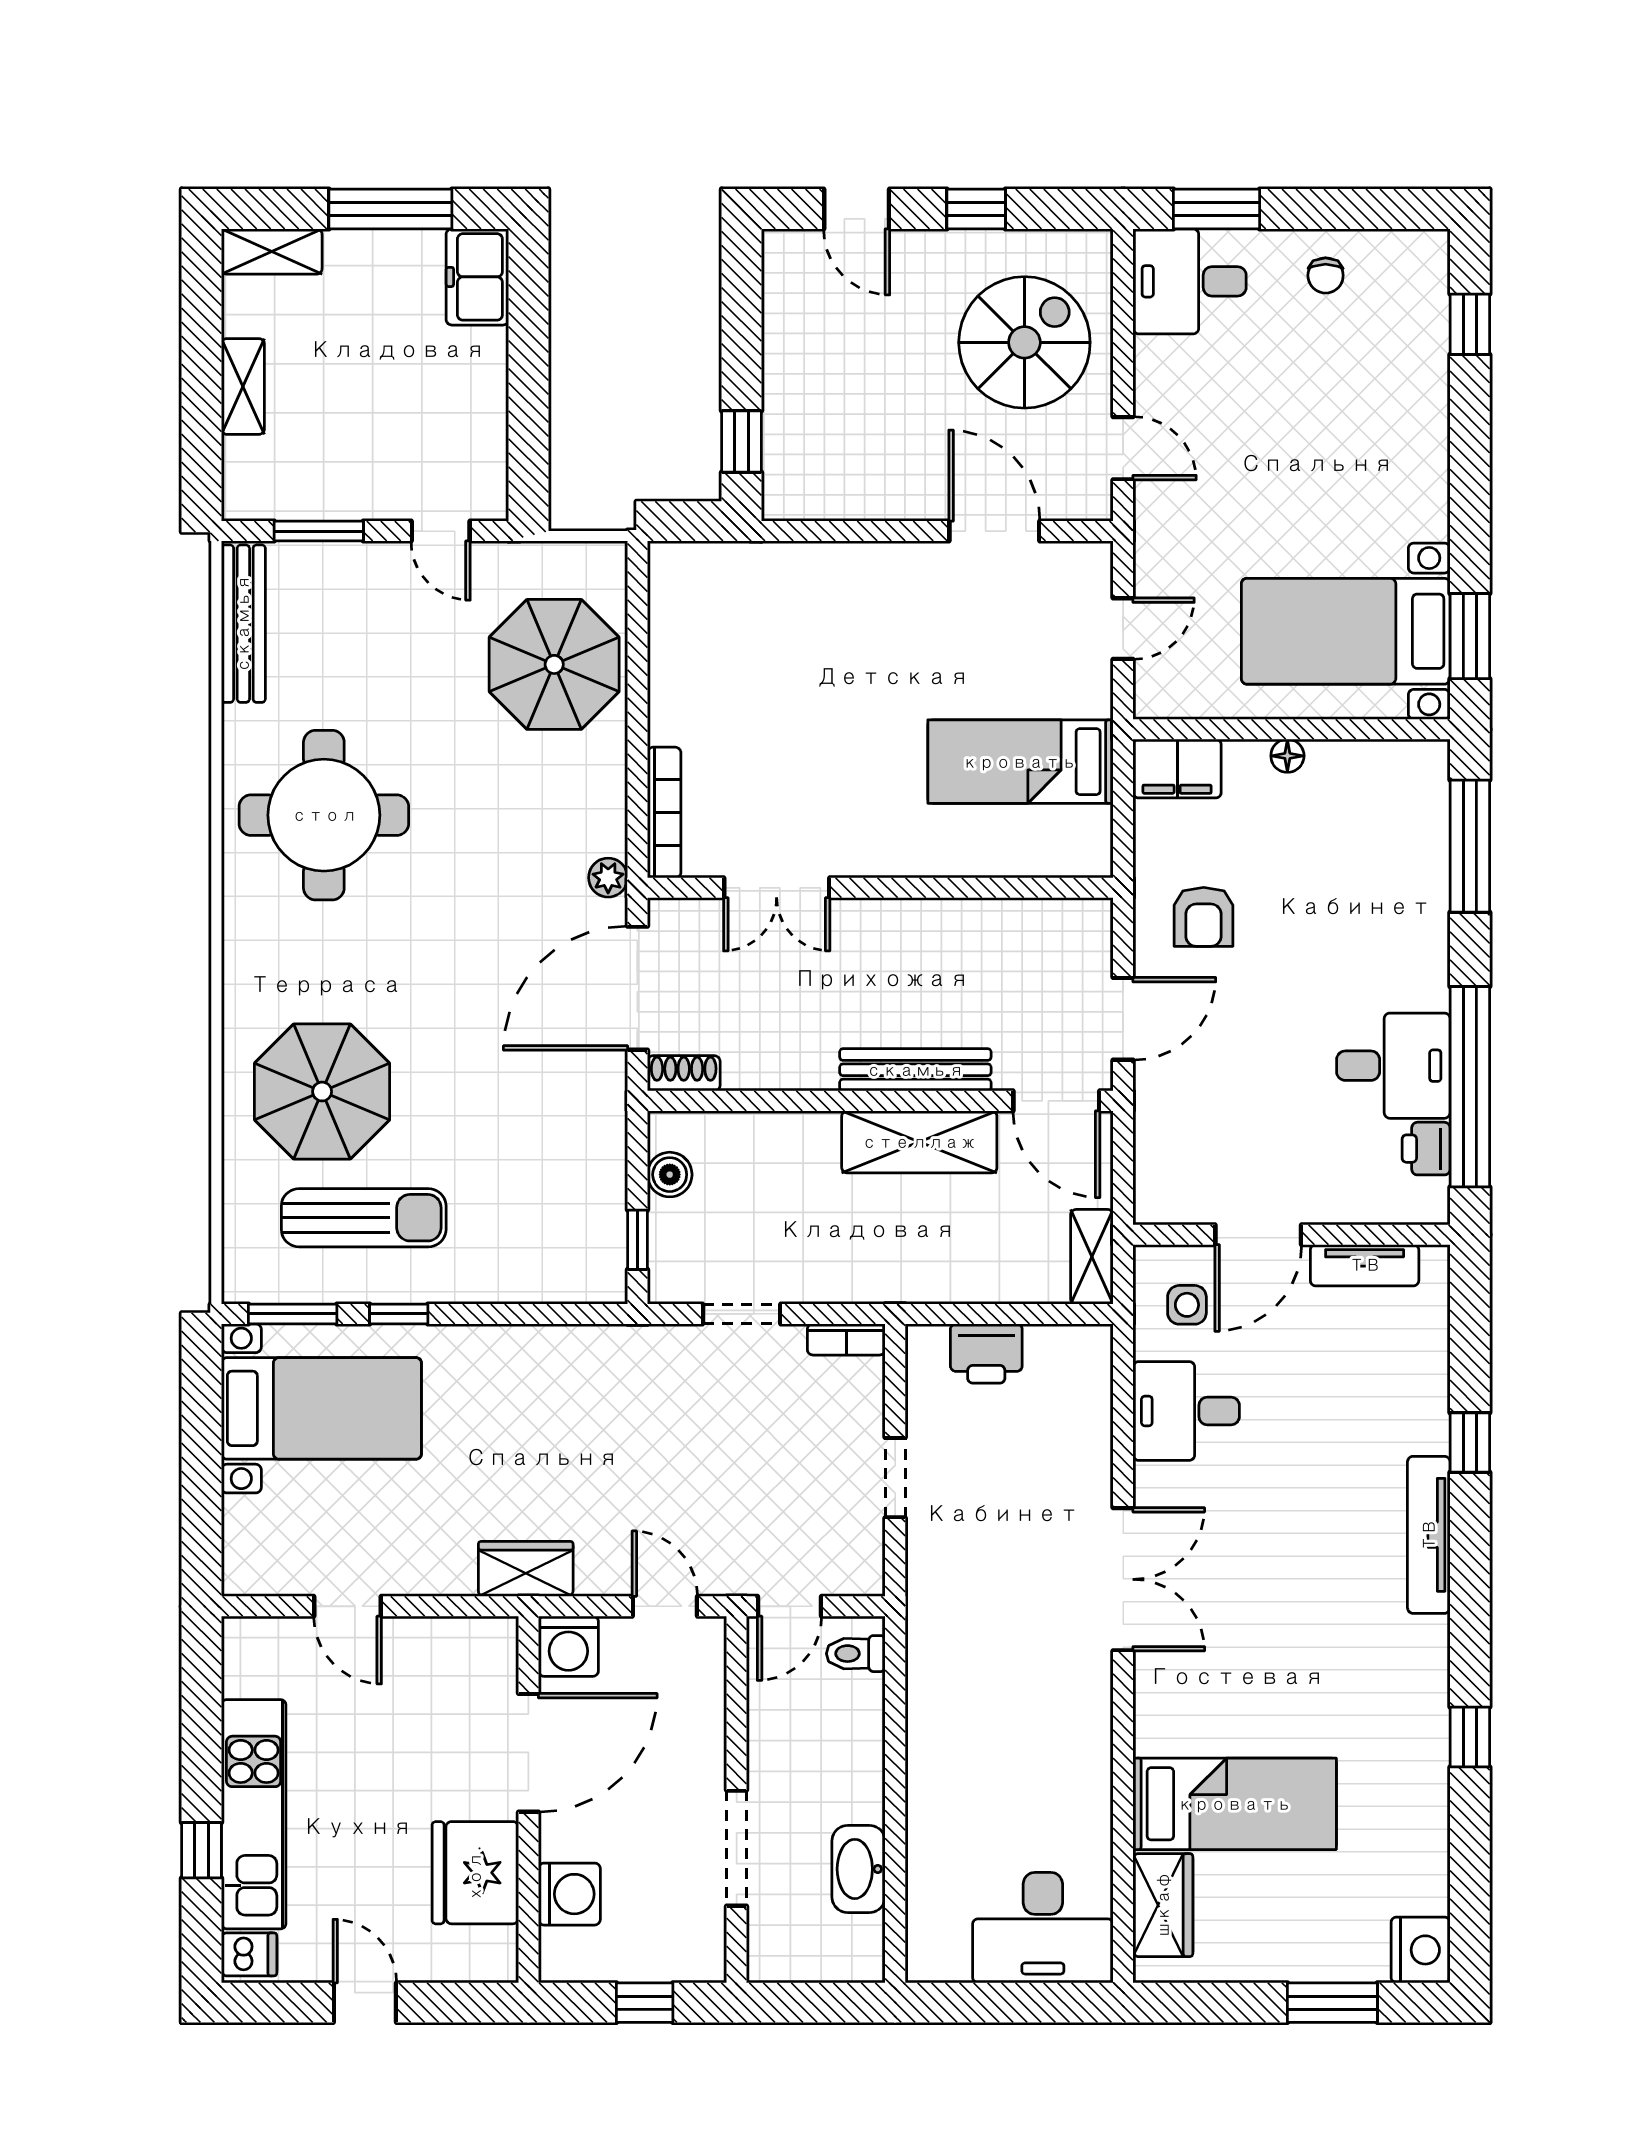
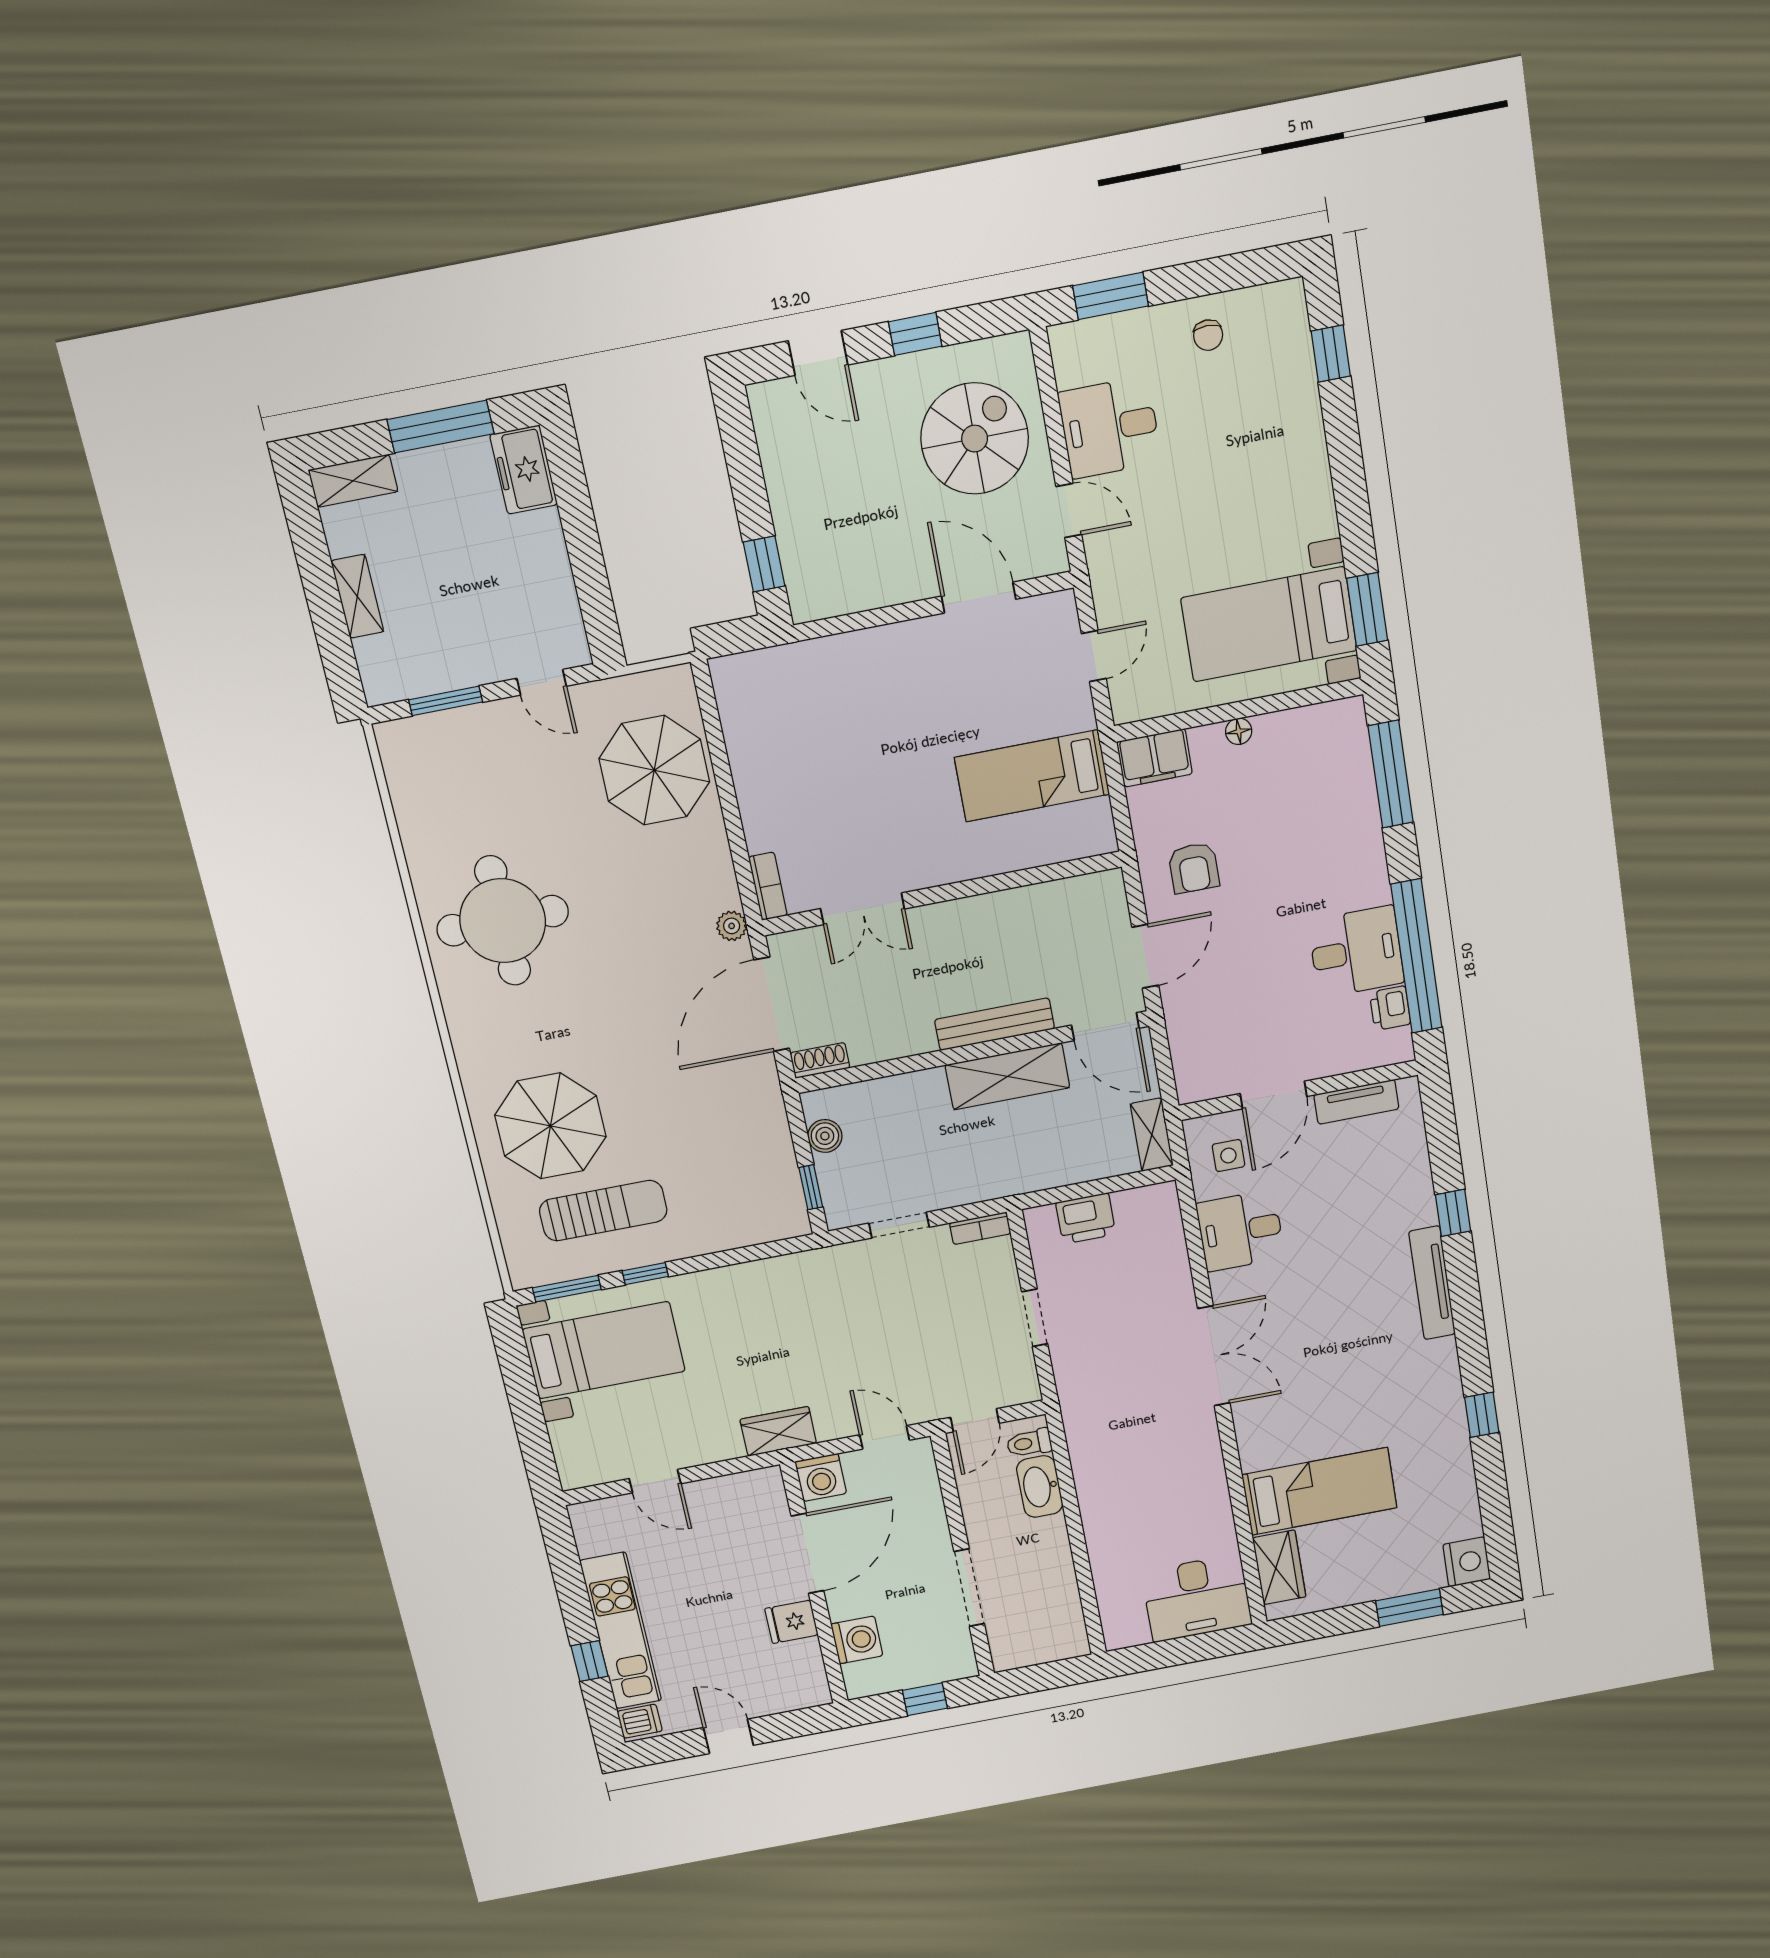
desk: (1190, 281) -> (1110, 428), moved
bench: (243, 624) -> (404, 785), removed
bookcase: (664, 813) -> (768, 886), width x0.64
washbasin: (859, 1869) -> (1040, 1487), moved
fridge: (475, 1873) -> (791, 1622), width x0.53, depth x0.75

